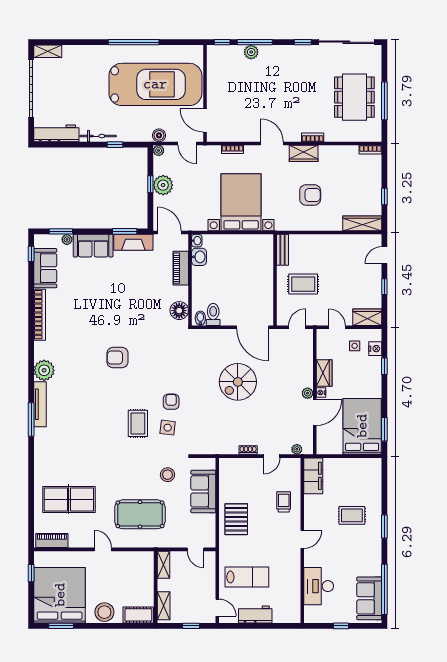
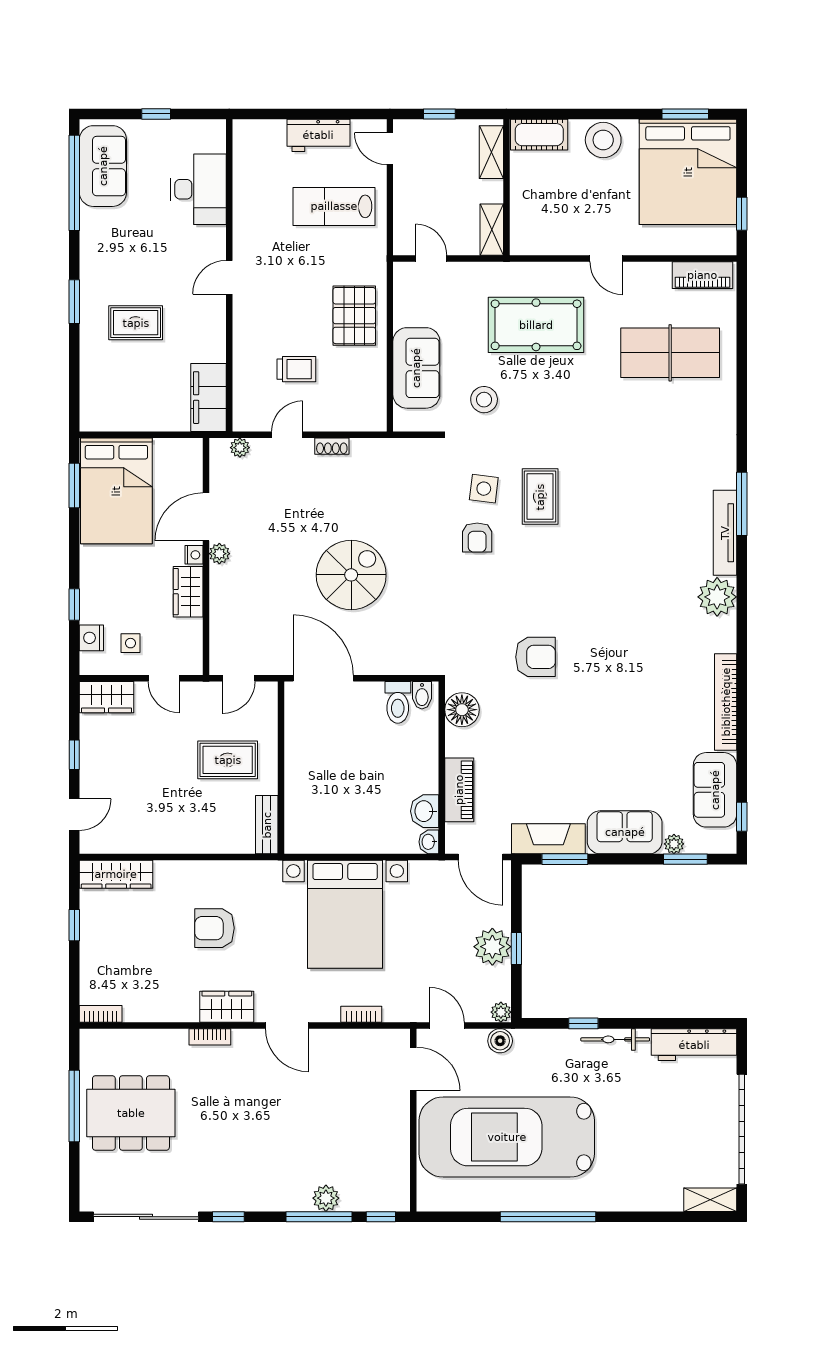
dining table: (354, 97) -> (131, 1113), turned 90
armchair: (117, 358) -> (535, 657), moved
trolley: (284, 502) -> (296, 369), moved, turned -90

